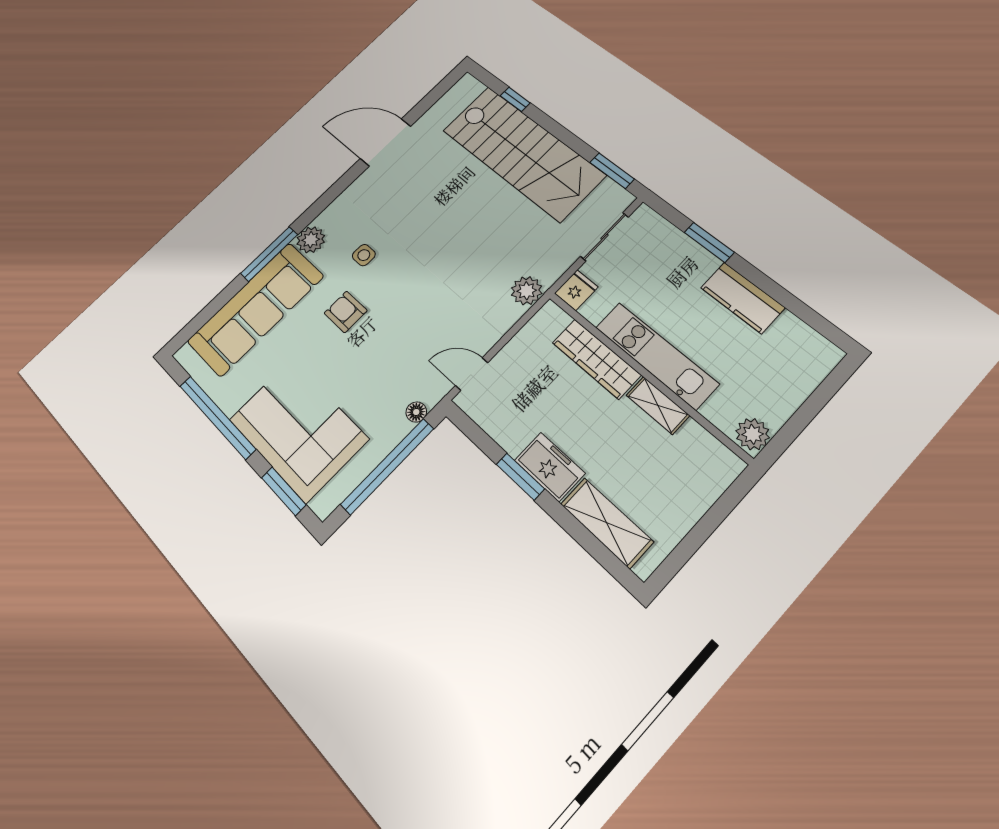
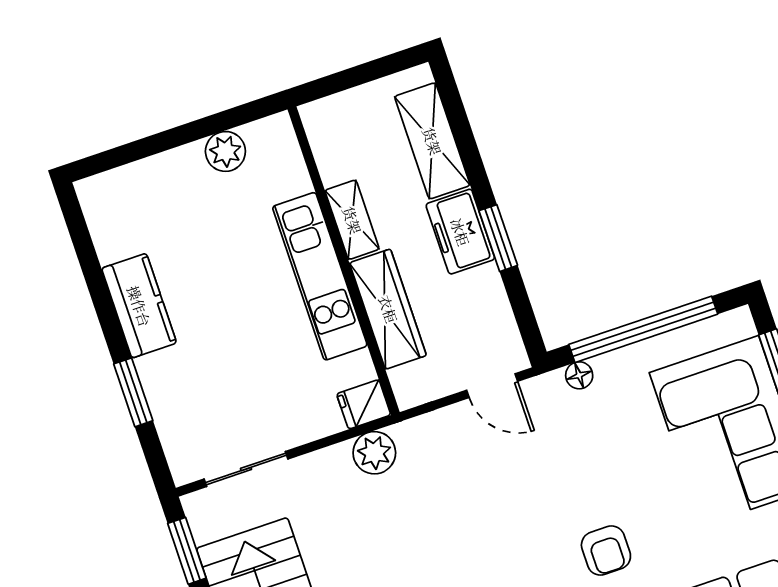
fridge: (576, 290) -> (364, 404), moved
kitchen unit: (656, 355) -> (320, 276), moved
wardrobe: (596, 359) -> (388, 309), moved
wall: (646, 374) -> (344, 261), moved
shelving: (658, 405) -> (352, 220), moved

